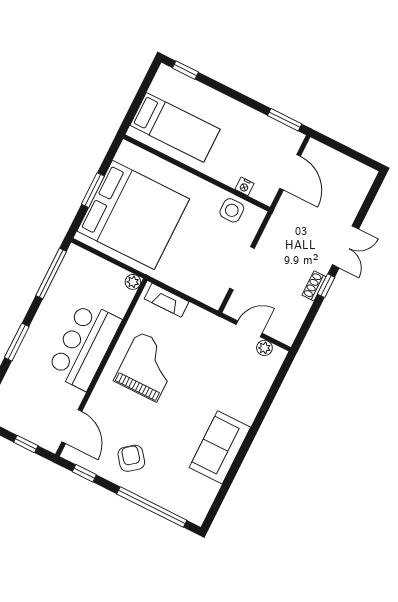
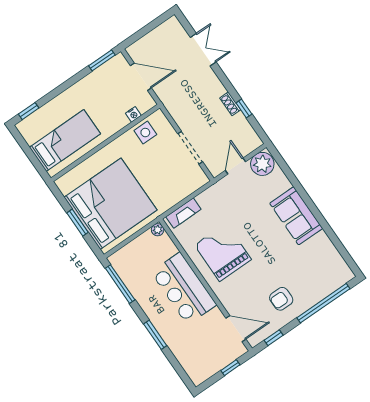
double door: (345, 247) -> (203, 50), moved
window: (326, 286) -> (244, 109), moved
plant: (264, 348) -> (262, 164), width x1.88, depth x1.88
sofa: (220, 447) -> (296, 216), moved
armchair: (131, 458) -> (281, 299), turned -52

